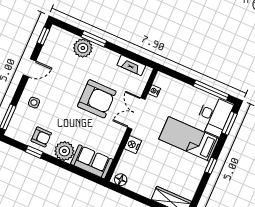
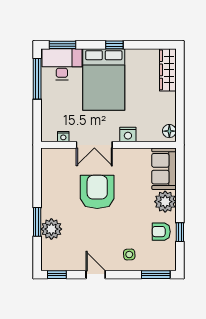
fireplace: (131, 65) -> (47, 172), removed
armchair: (41, 137) -> (161, 232), turned -90
bed: (189, 139) -> (104, 80), width x1.50

